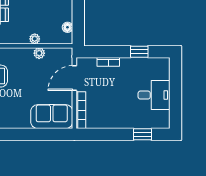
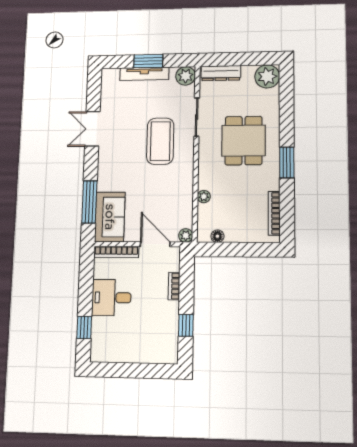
plant: (39, 53) -> (186, 236), moved
desk: (154, 95) -> (111, 298), moved, turned 90
window: (39, 134) -> (89, 202), added

